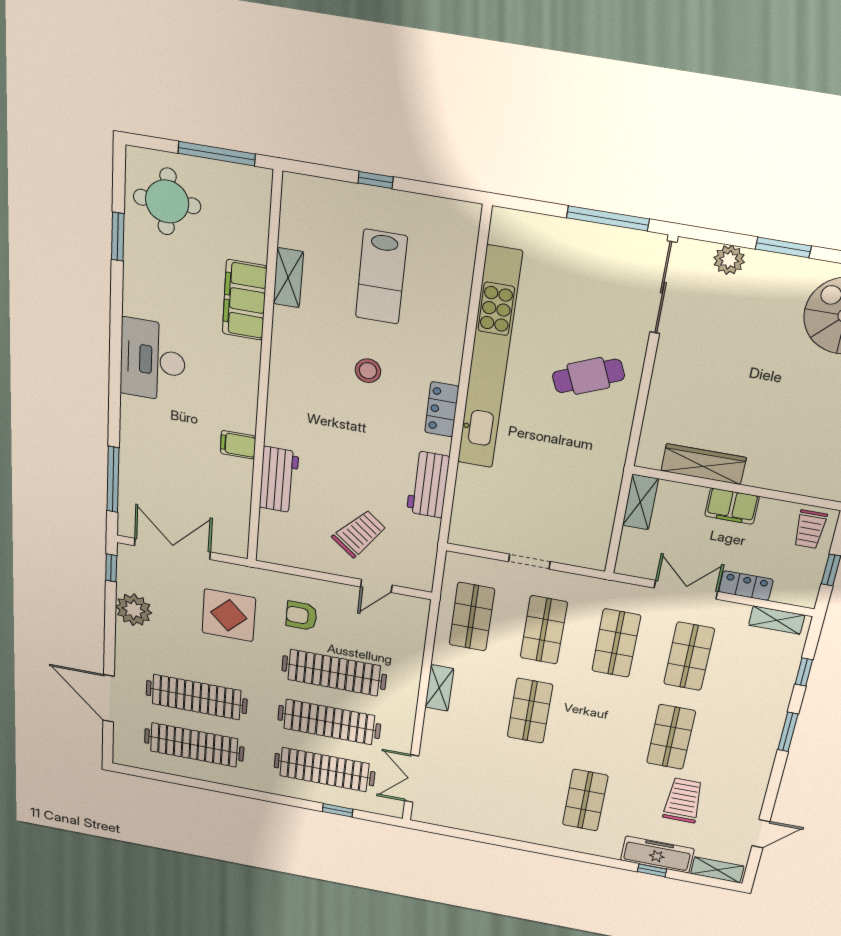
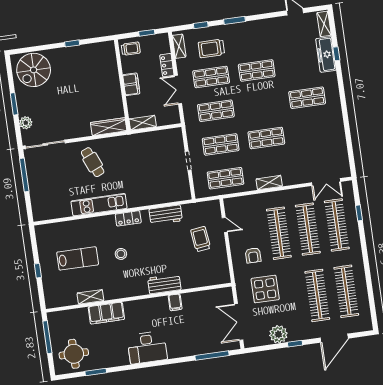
kitchen unit: (489, 360) -> (99, 205), width x0.54
wardrobe: (703, 464) -> (109, 127), moved, turned 90
workbench: (279, 480) -> (164, 284), moved
trolley: (359, 534) -> (201, 239), turned 44
window: (111, 568) -> (295, 344), moved
trolley: (683, 800) -> (211, 48), moved

